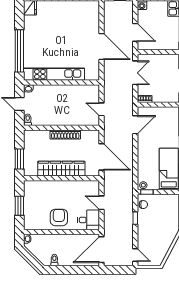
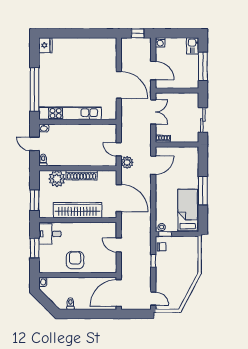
plant: (110, 122) -> (127, 162), added
plant: (41, 138) -> (57, 179), added
desk: (89, 220) -> (50, 234), moved, turned 180

